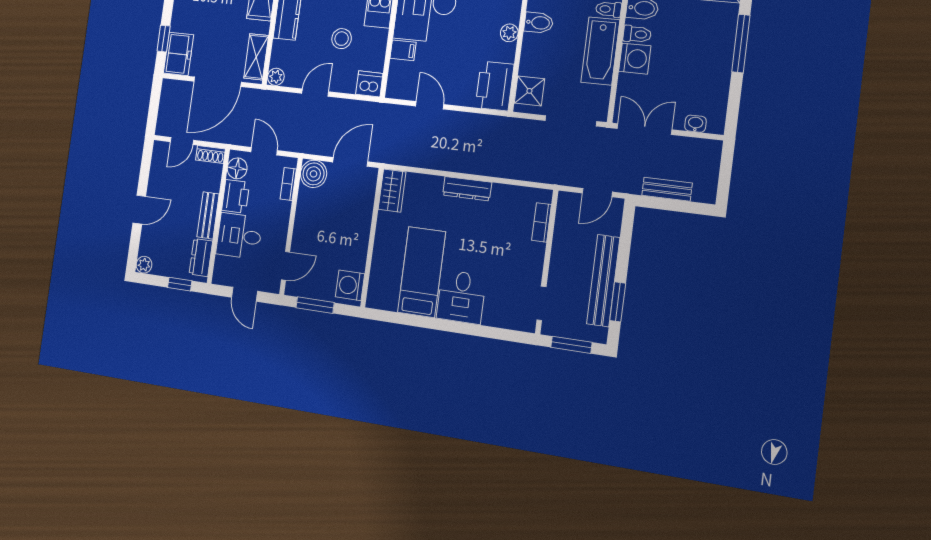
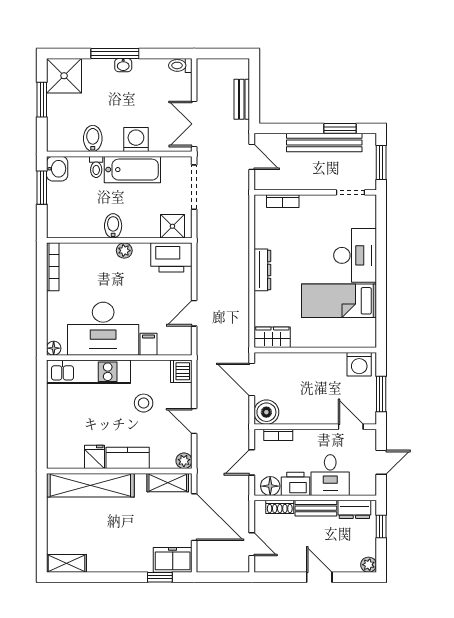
toilet: (637, 34) -> (180, 65), moved, turned -90
washbasin: (695, 124) -> (123, 65), moved, turned -90
shoe rack: (210, 154) -> (280, 507), moved, turned 90
desk: (461, 297) -> (355, 255), width x1.37

